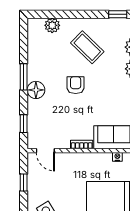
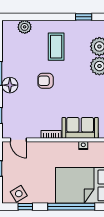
coffee table: (87, 47) -> (56, 47), turned 46
armchair: (76, 85) -> (46, 81), turned -90

